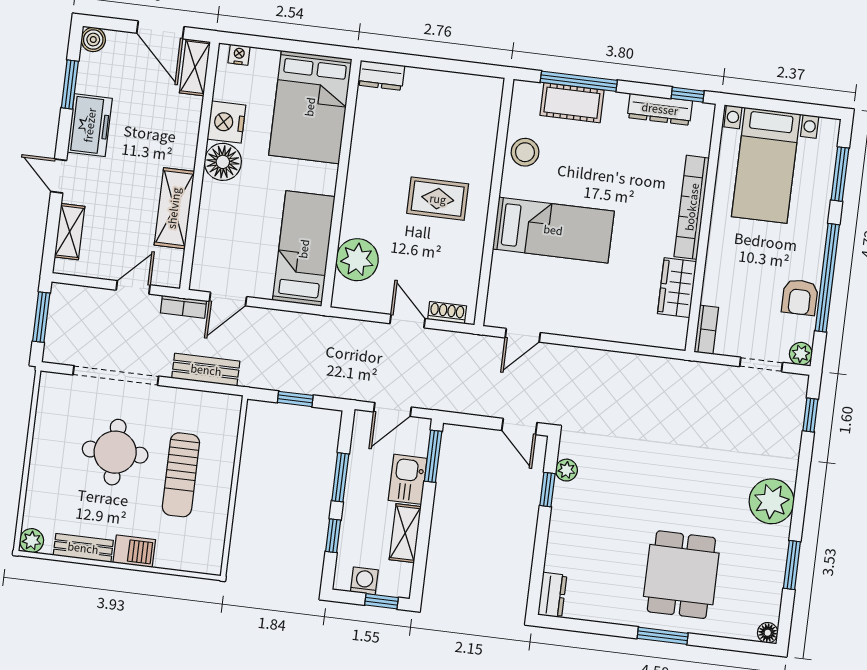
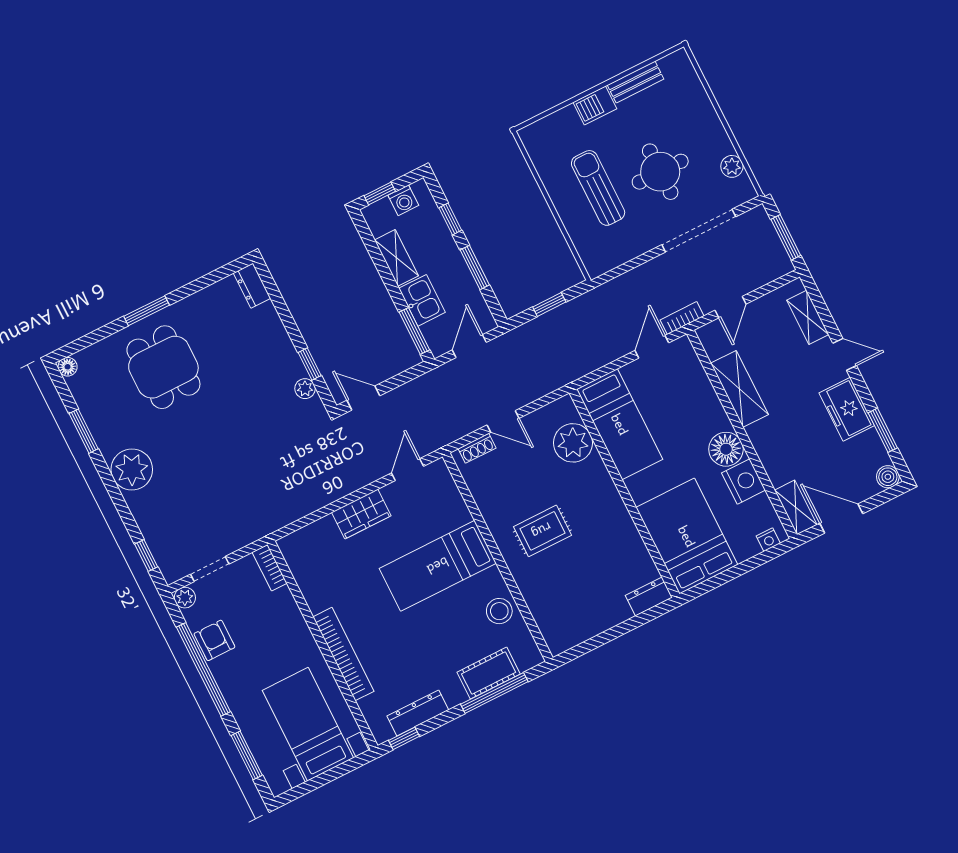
wardrobe: (677, 288) -> (361, 514), moved, turned 90
bench: (206, 370) -> (633, 281), removed
plant: (32, 541) -> (732, 166), moved

